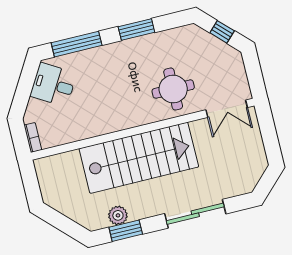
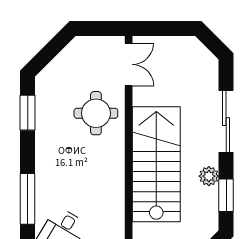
window: (136, 29) -> (28, 113), moved
window: (222, 32) -> (51, 50), removed
plant: (118, 215) -> (209, 176), moved

